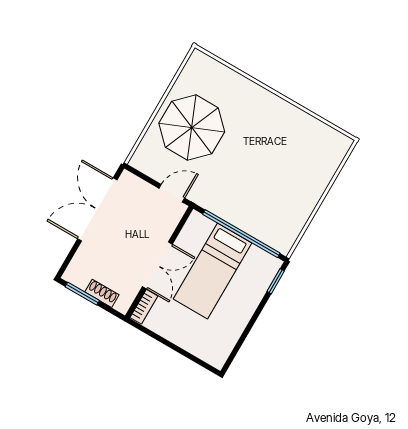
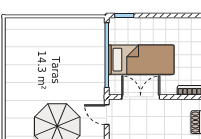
double door: (157, 265) -> (141, 97), moved

